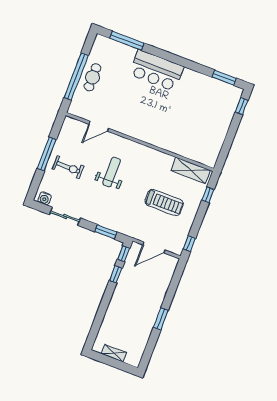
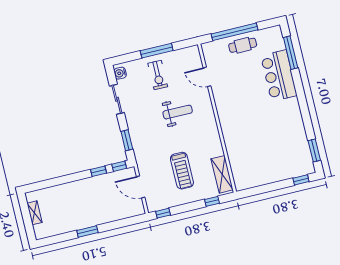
bar counter: (156, 71) -> (279, 76), moved

